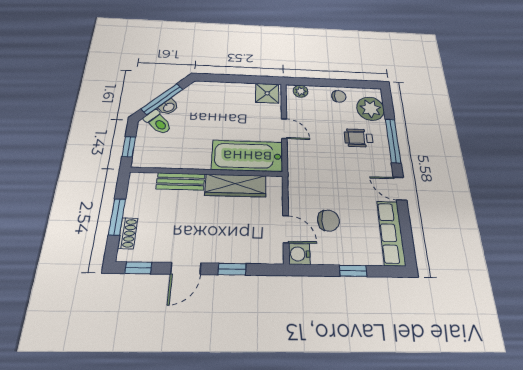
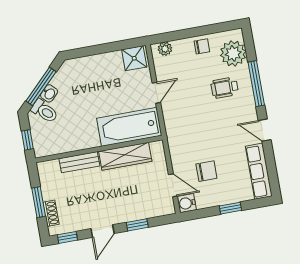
door: (284, 129) -> (156, 93), hinge flipped

